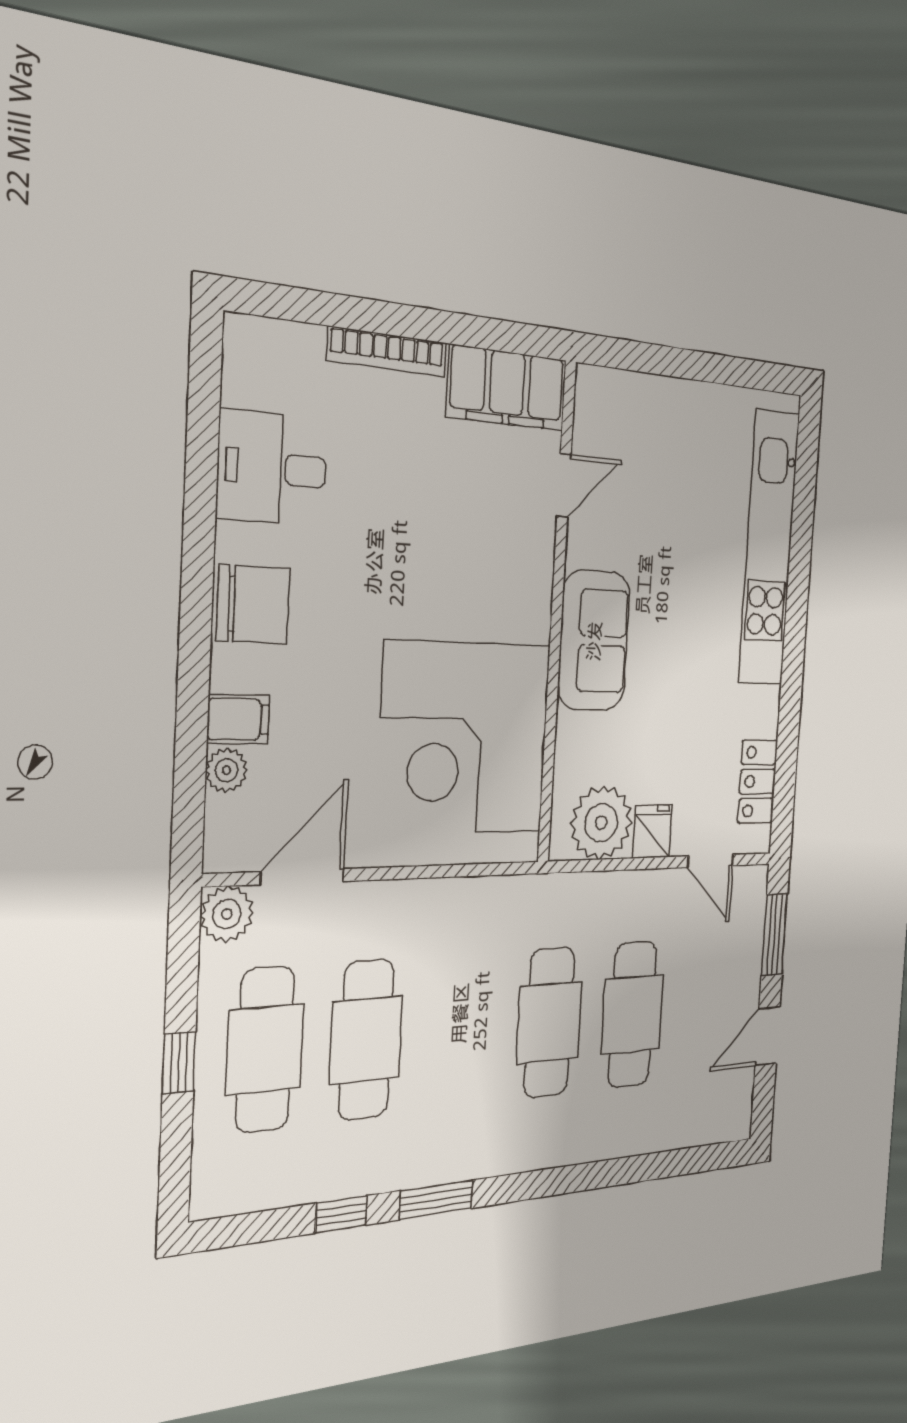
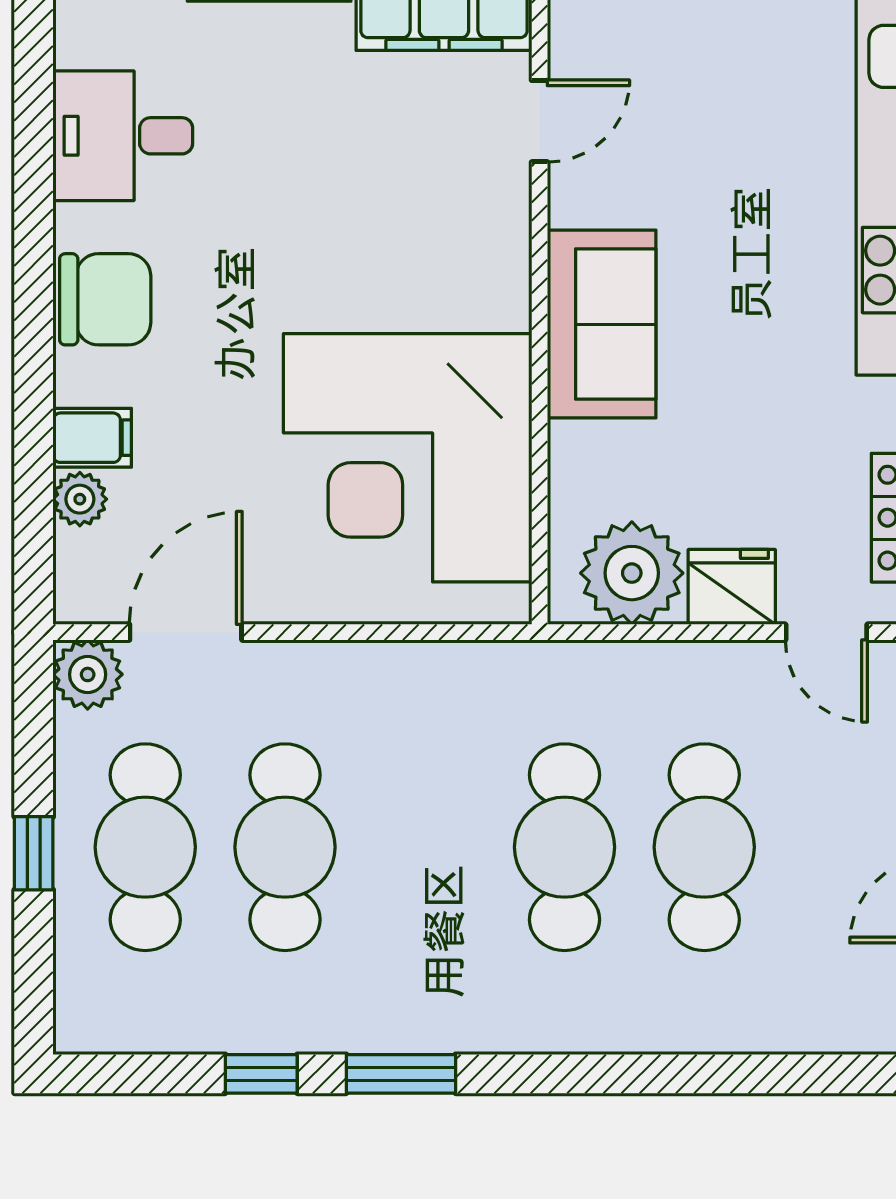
fridge: (652, 831) -> (732, 587), width x1.38

